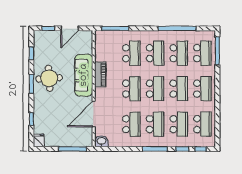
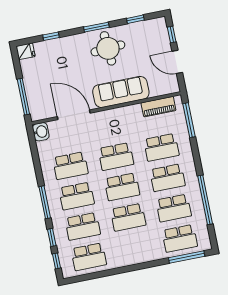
piano: (100, 74) -> (158, 107), moved
school desk: (202, 89) -> (134, 248), removed

